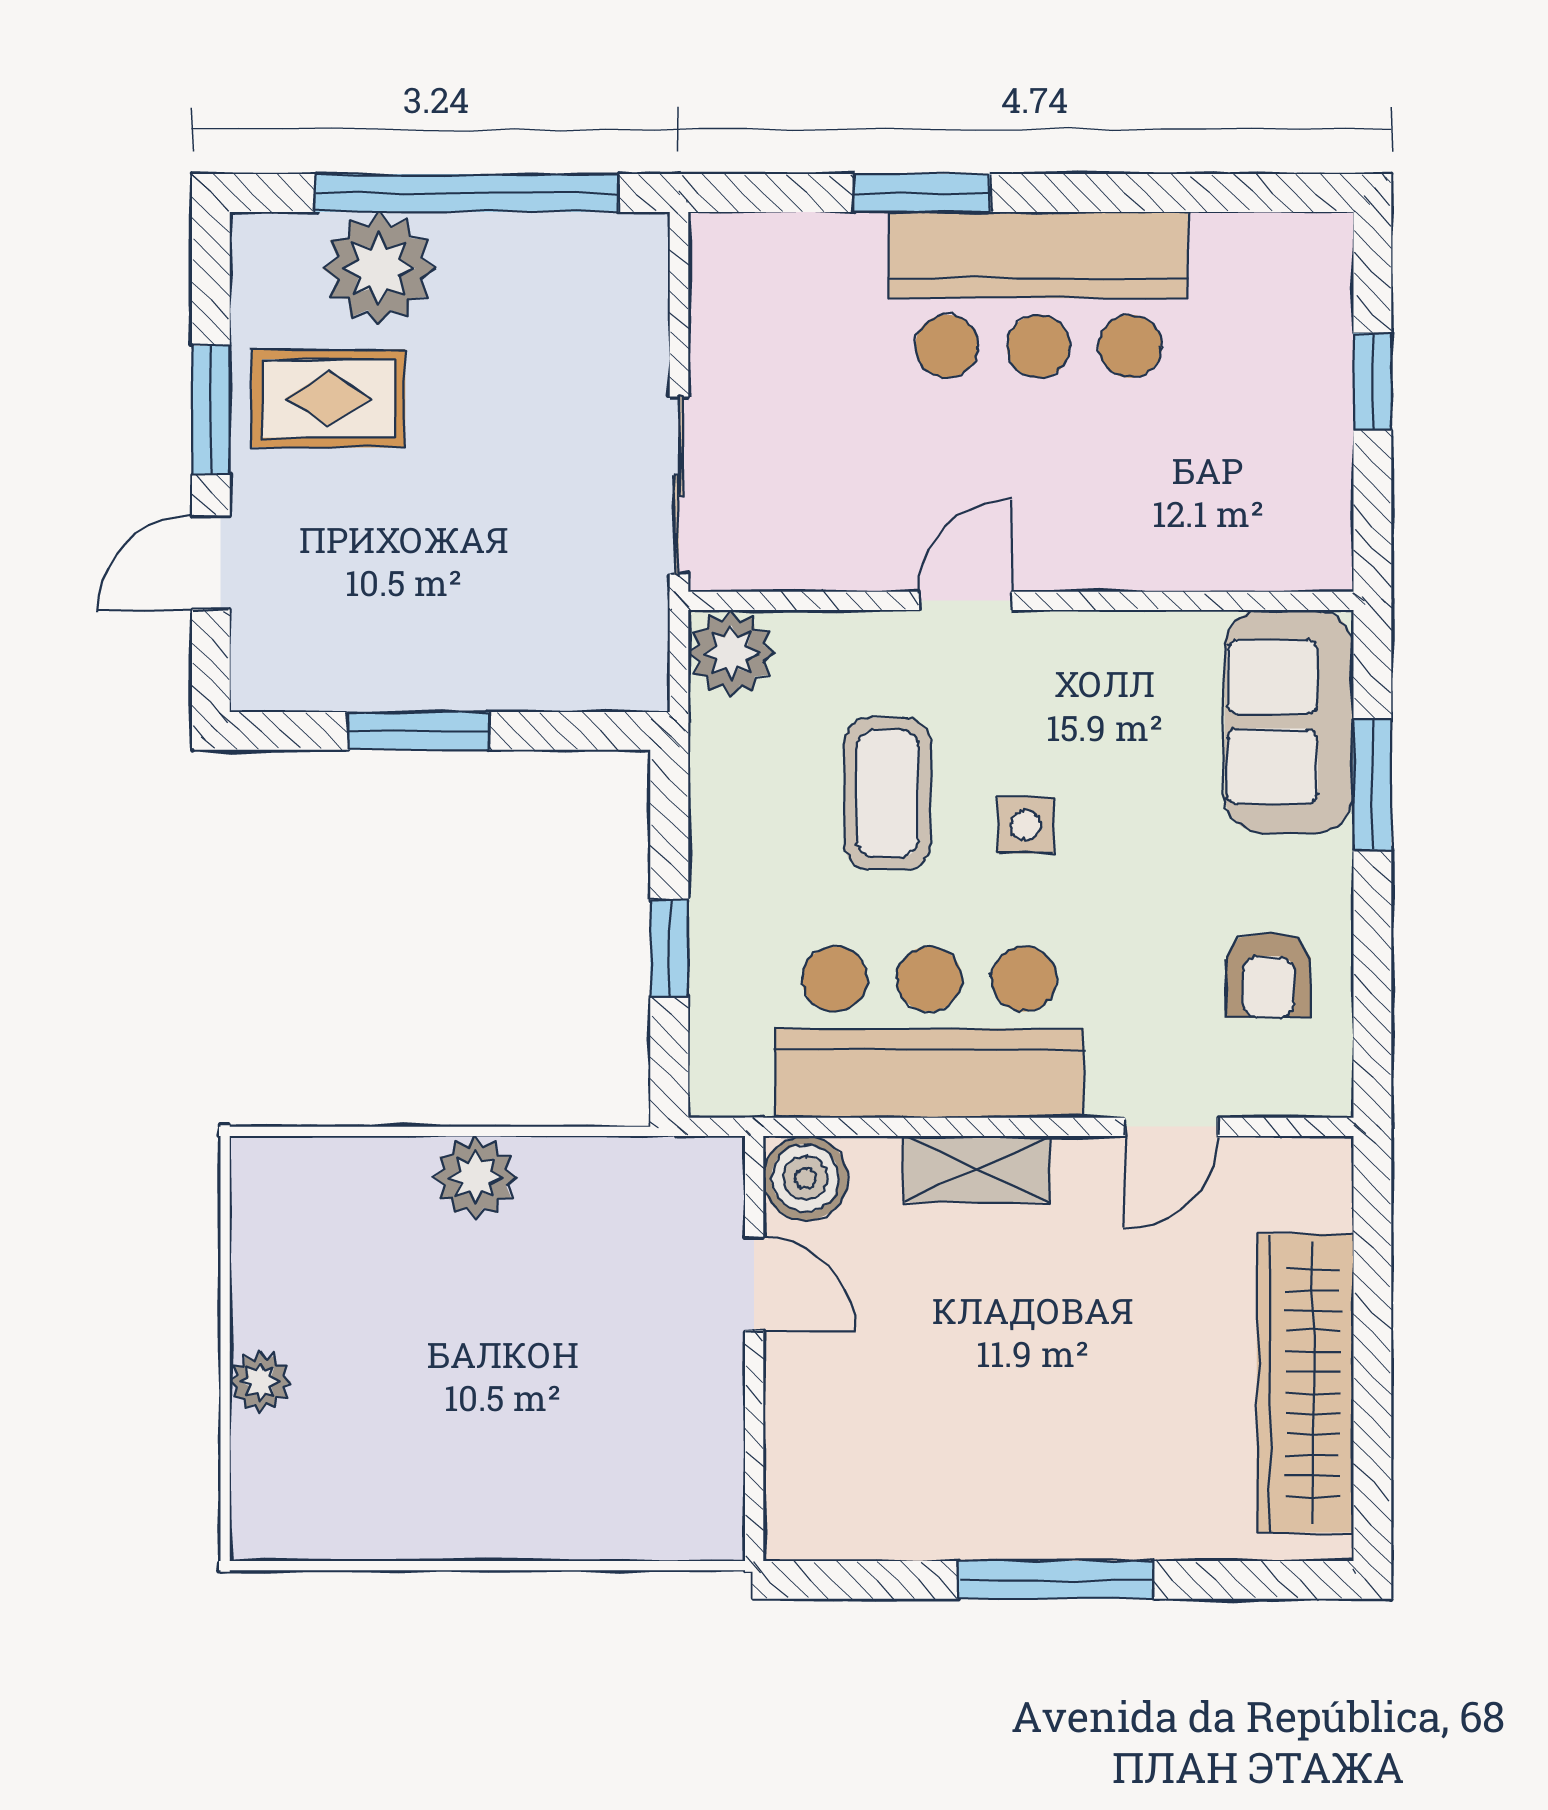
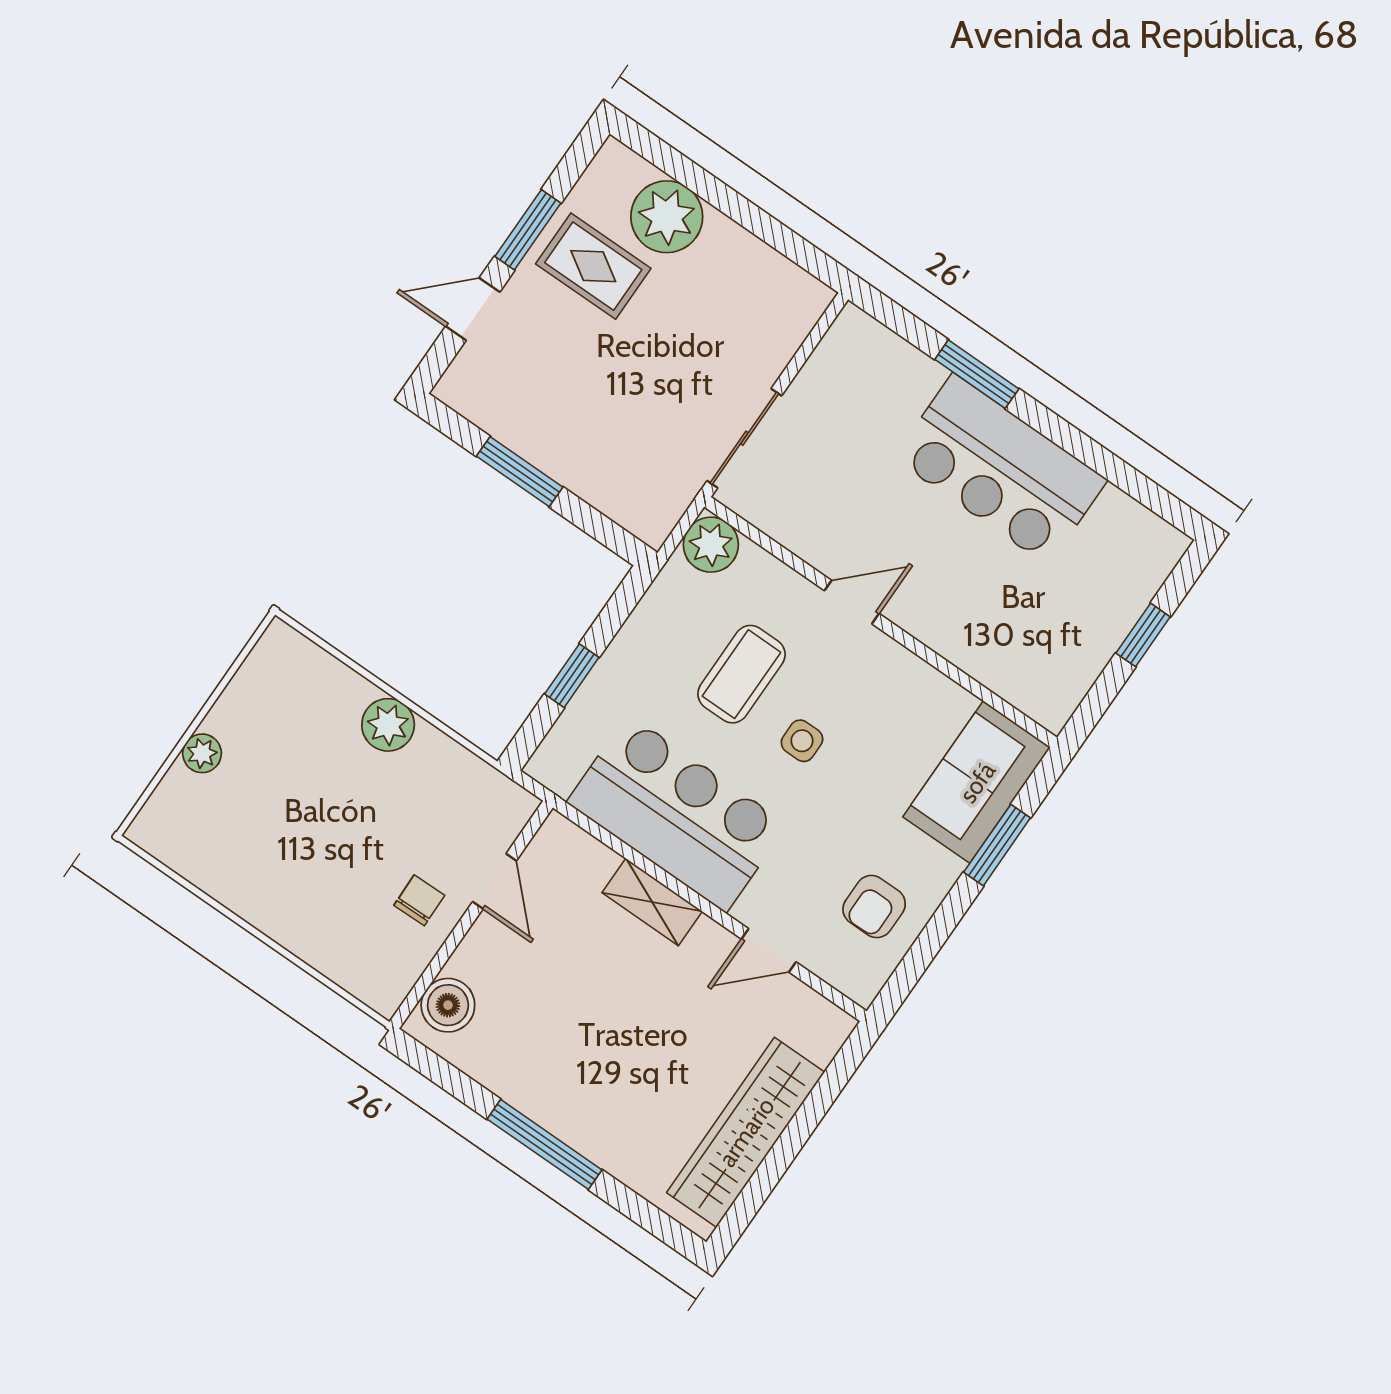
window: (467, 193) -> (740, 209), removed
boiler: (805, 1178) -> (448, 1005), moved
chair: (674, 1377) -> (419, 900), added

